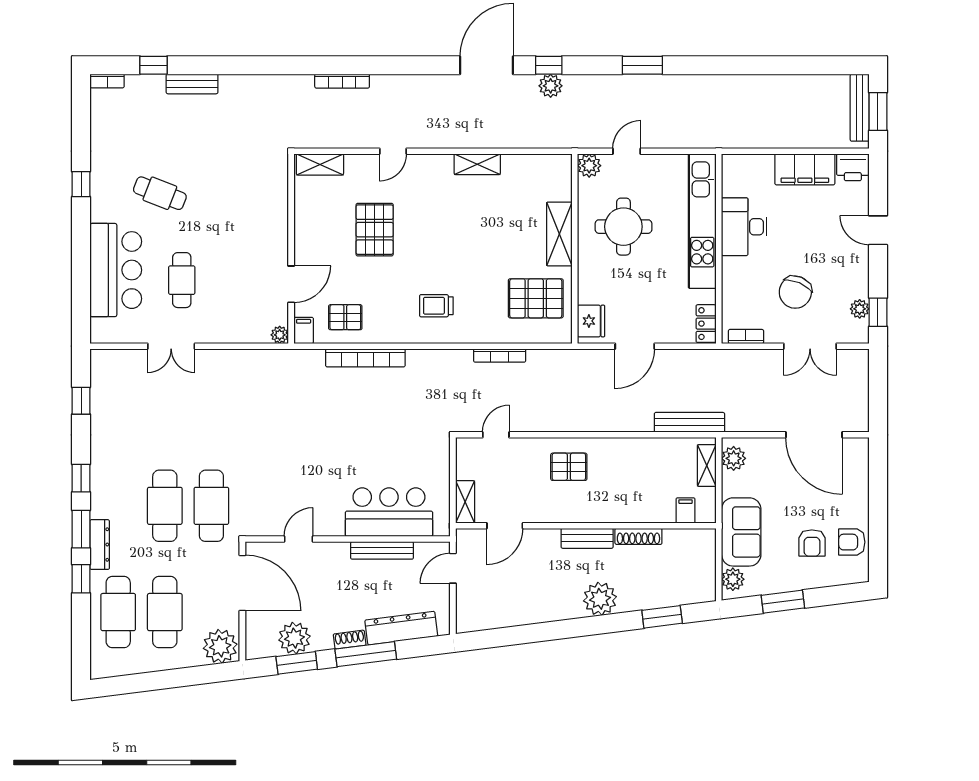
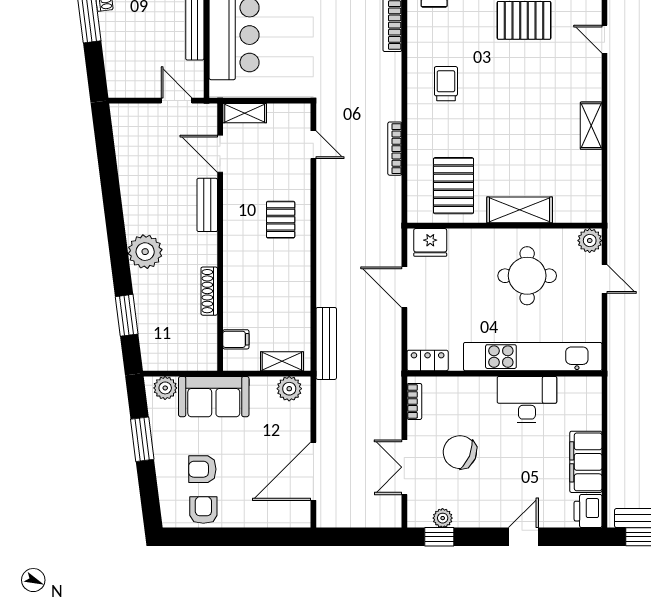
bench: (587, 538) -> (207, 205), moved
dresser: (401, 628) -> (115, 48), removed

